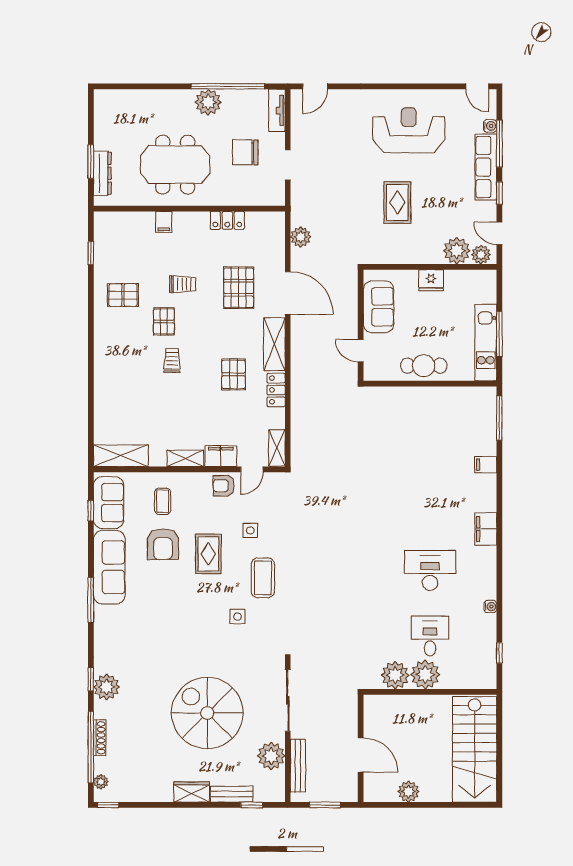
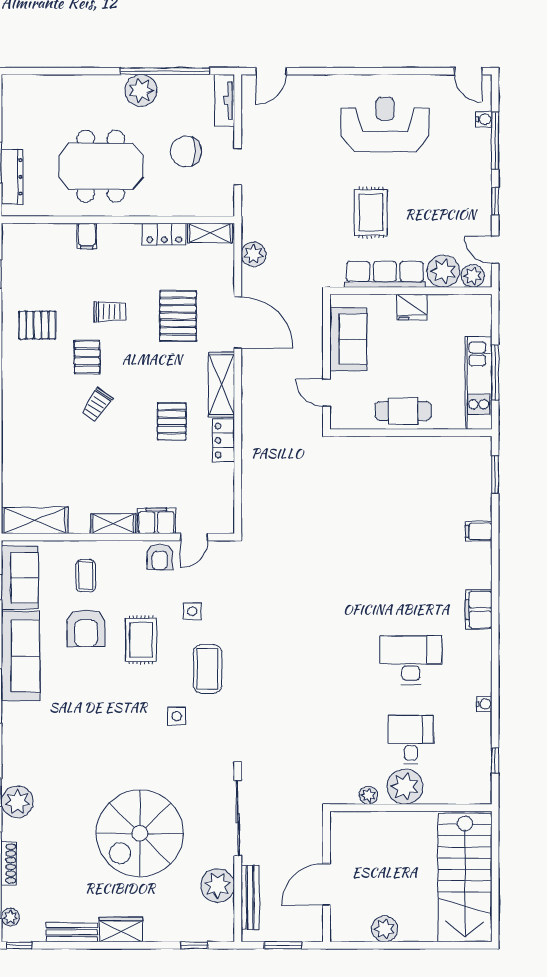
row of seats: (486, 167) -> (385, 274), moved, turned 90
trolley: (172, 361) -> (97, 405), turned -145
window: (499, 418) -> (495, 475), width x0.69
shelving: (277, 448) -> (210, 233), moved, turned 90
armchair: (224, 486) -> (160, 557), turned -90
plant: (395, 675) -> (368, 795), width x0.53, depth x0.53
spiral stairs: (207, 713) -> (140, 833), turned -90
door: (361, 755) -> (326, 884), swing flipped
bench: (232, 794) -> (72, 932), moved

